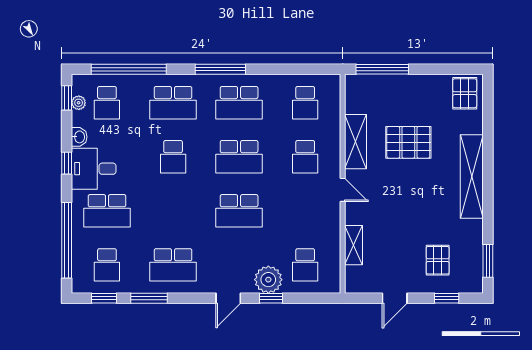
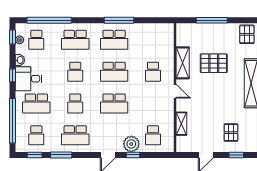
window: (220, 69) -> (119, 20), moved
window: (382, 69) -> (212, 20), moved
school desk: (305, 103) -> (75, 103), moved

